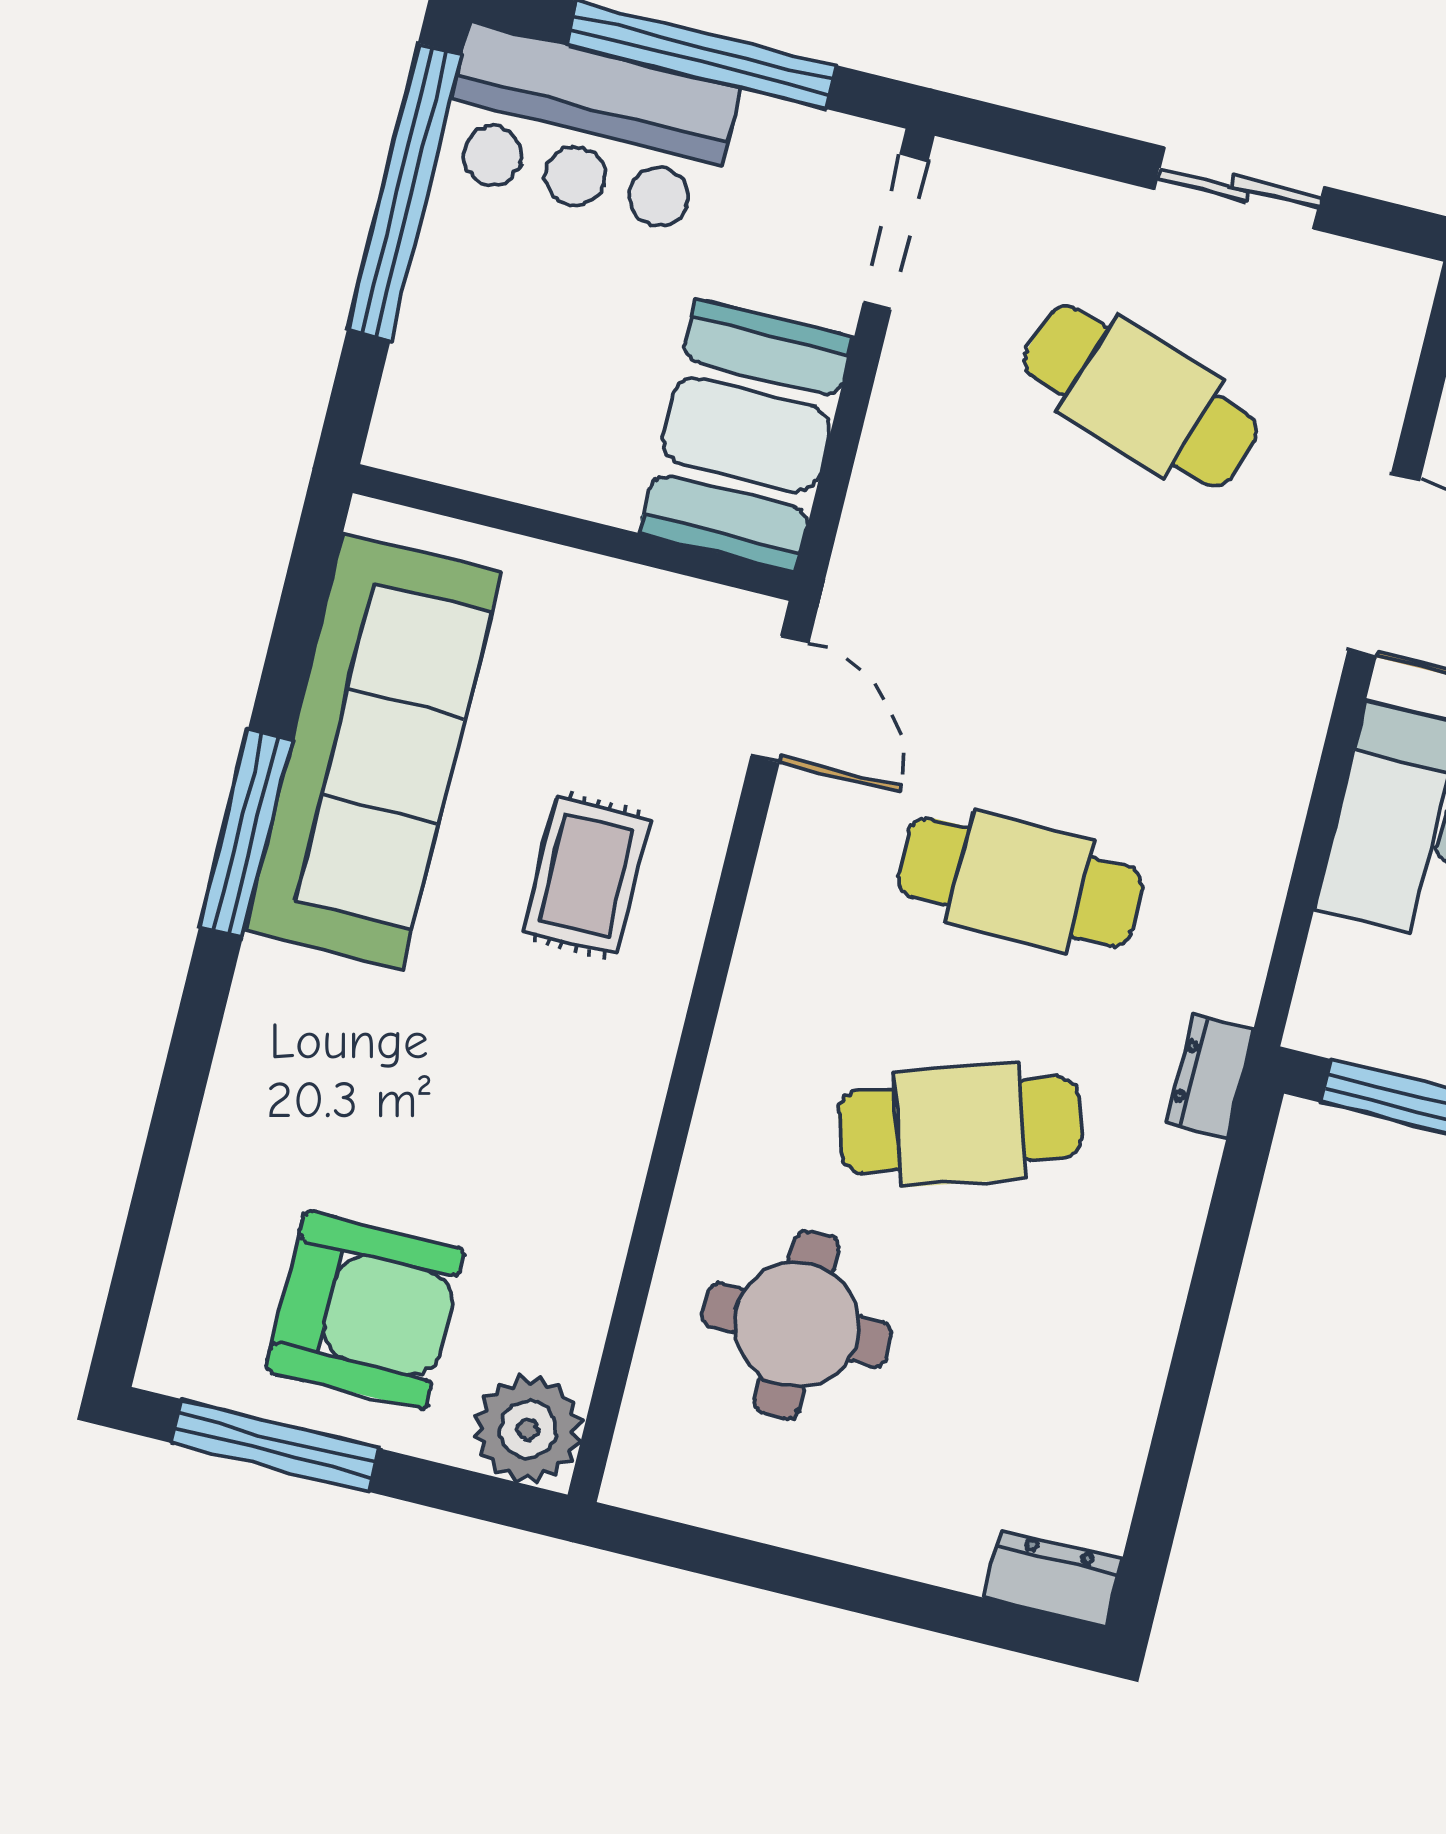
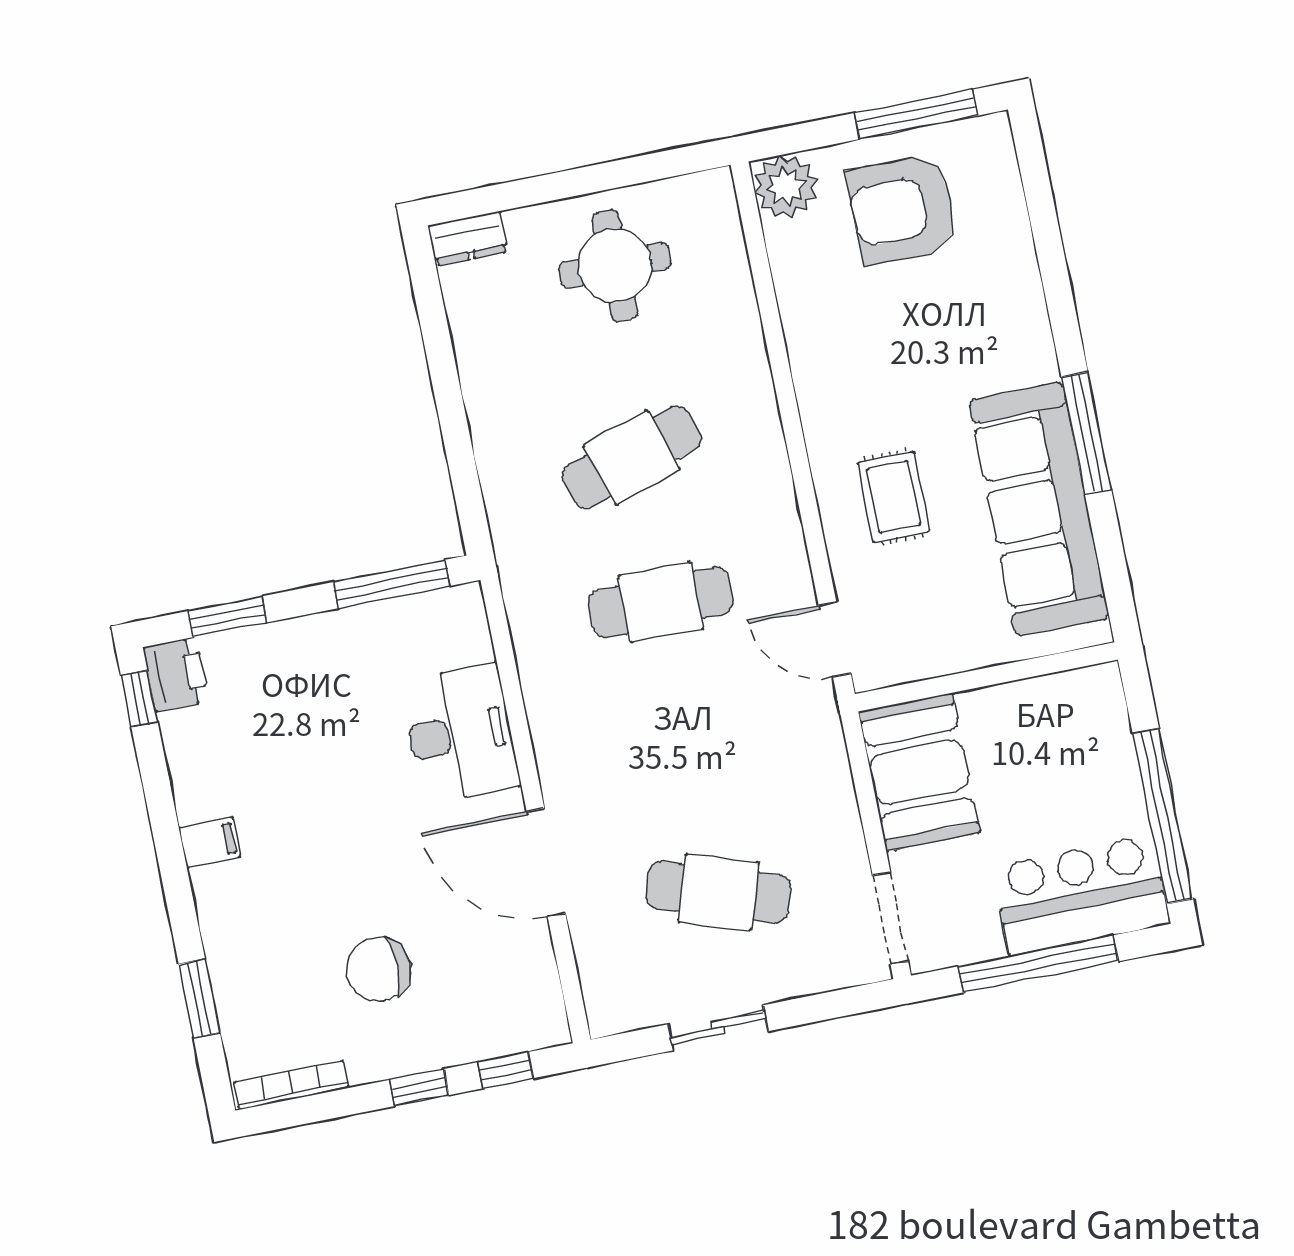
dresser: (1209, 1077) -> (511, 546), removed
round table: (797, 1325) -> (615, 265), moved

